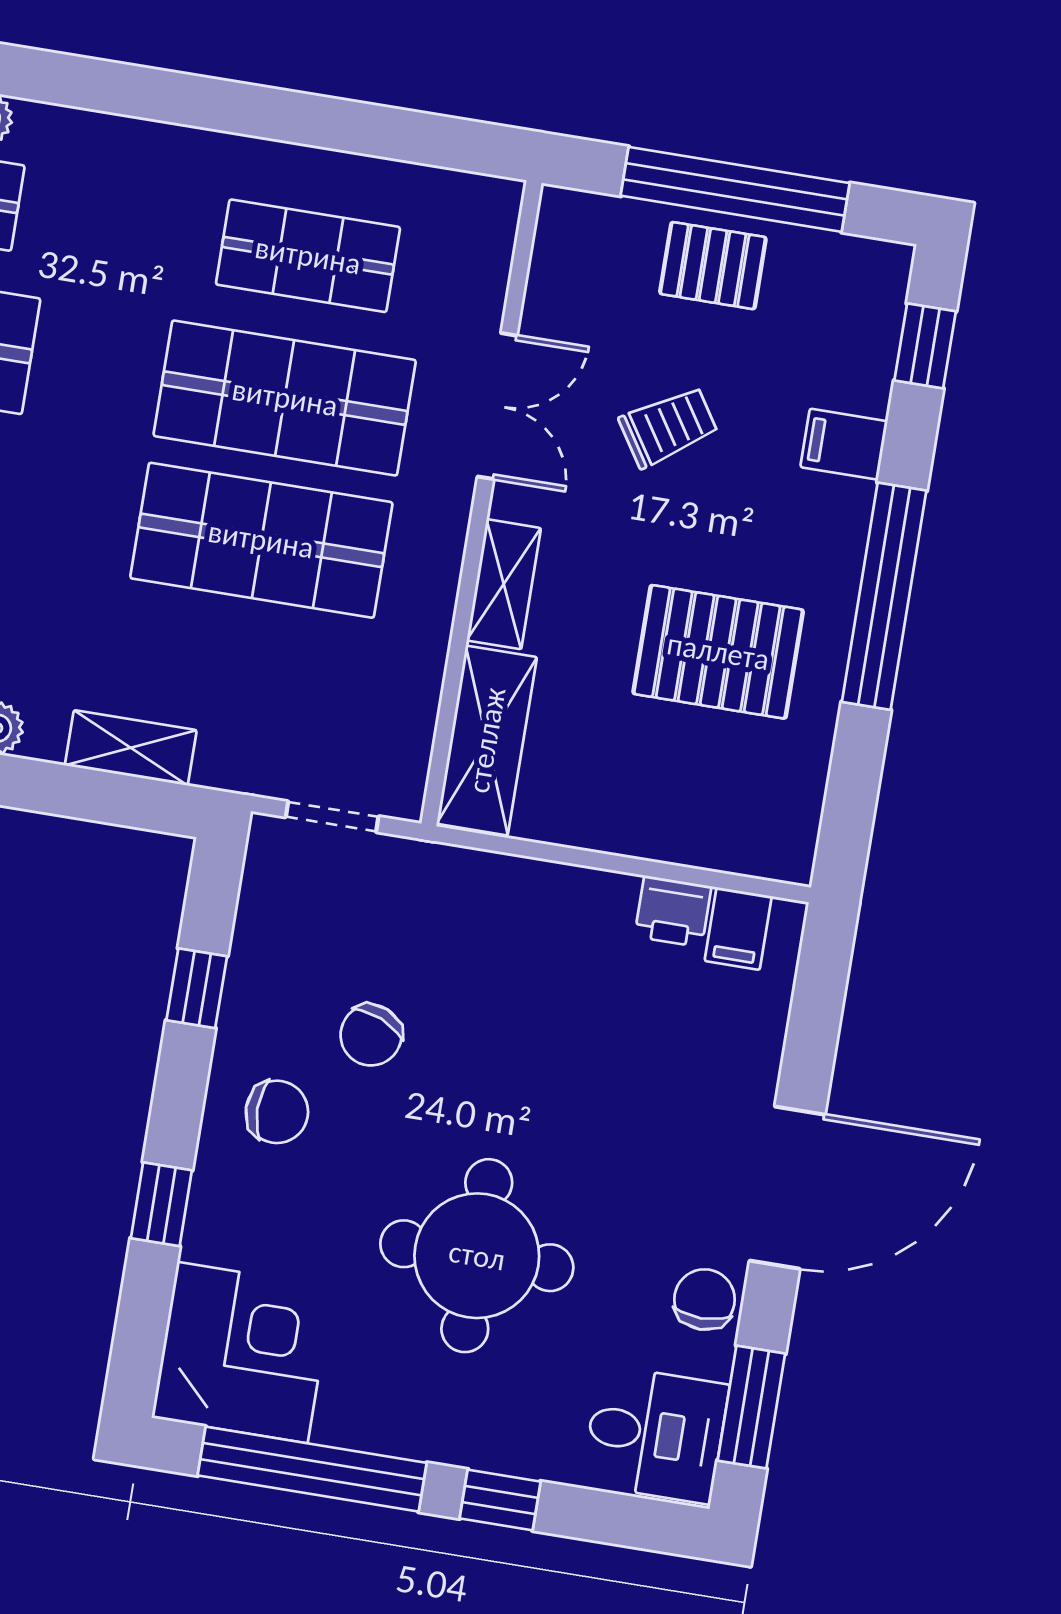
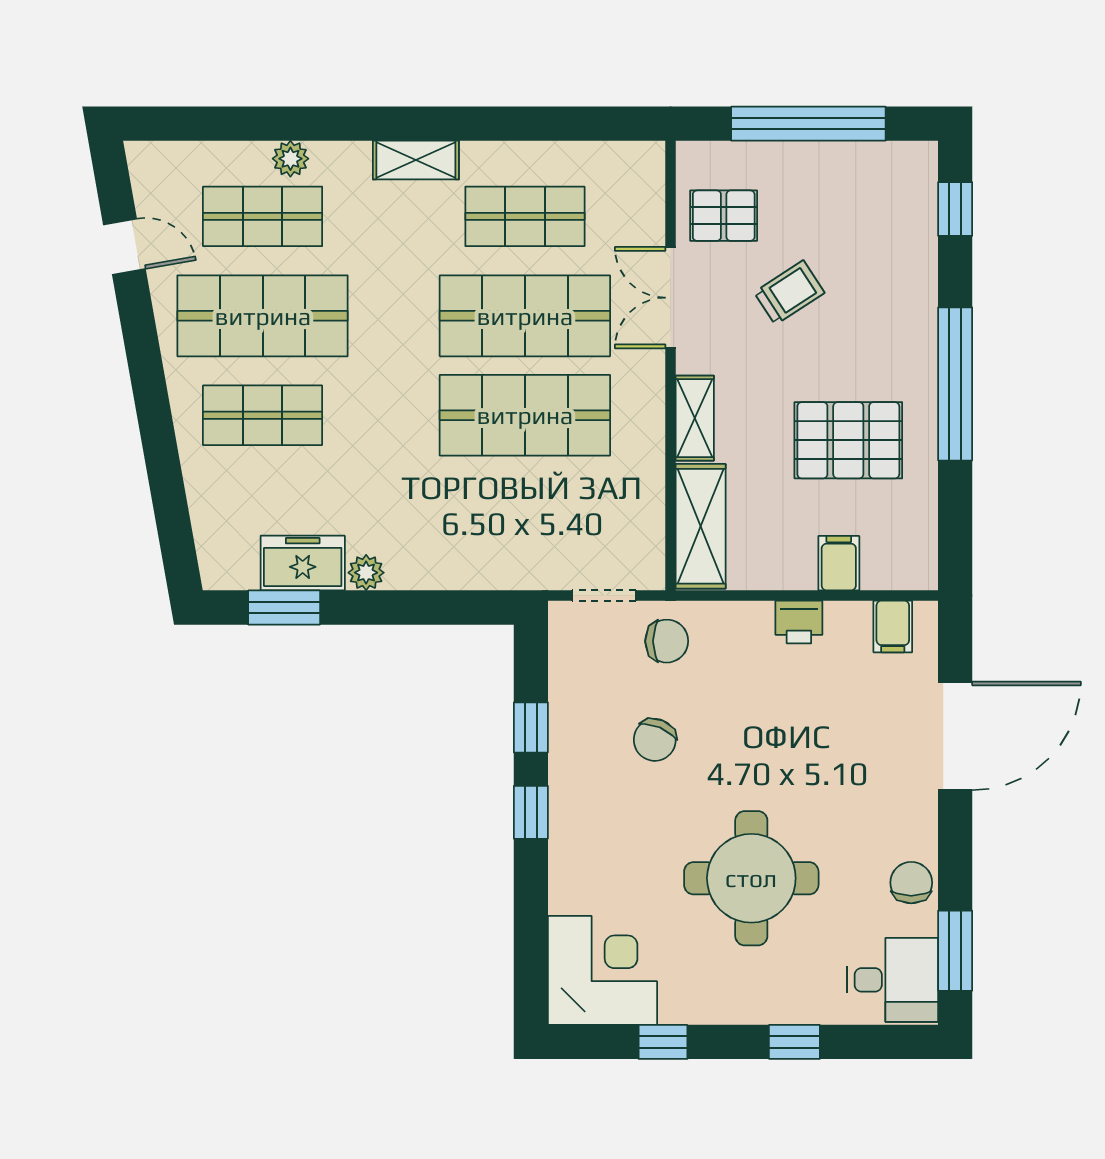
pallet: (713, 266) -> (724, 216), moved
double door: (497, 406) -> (671, 298), swing flipped
filing cabinet: (844, 444) -> (839, 563), moved, turned 90
shelving: (131, 748) -> (416, 160), moved
printer: (673, 911) -> (799, 622), moved
chair: (277, 1112) -> (667, 641), moved
door: (787, 1188) -> (955, 736), moved
window: (161, 1204) -> (531, 812), moved
window: (312, 1469) -> (663, 1042), width x0.32

